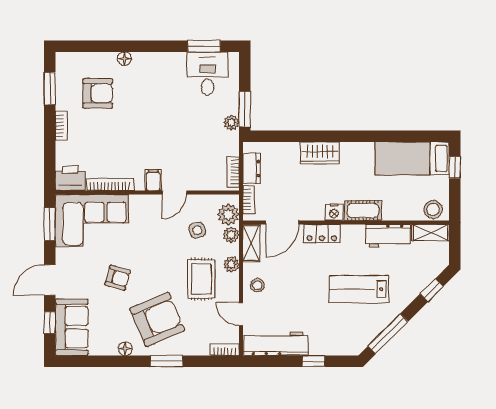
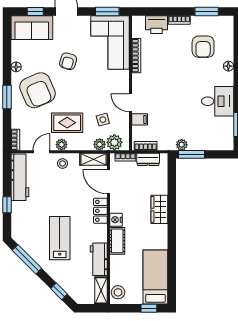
desk: (207, 74) -> (218, 101), moved
printer: (70, 178) -> (157, 25), moved, turned 90
filing cabinet: (153, 180) -> (140, 119), moved
plant: (231, 264) -> (62, 145), moved

